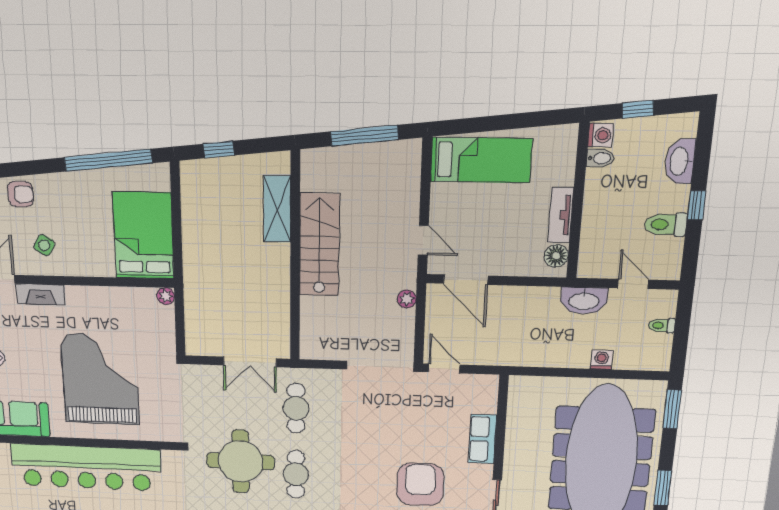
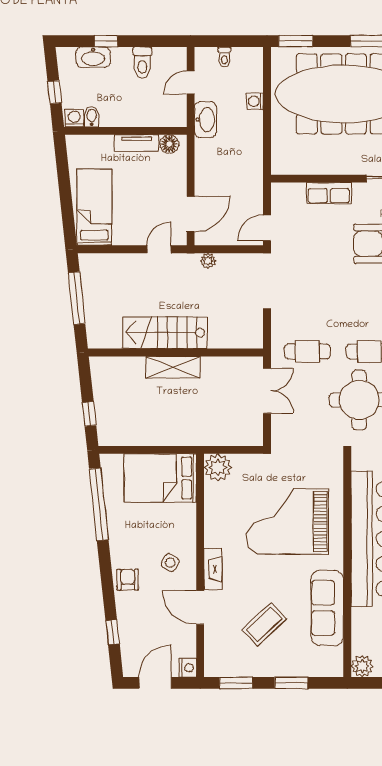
window: (696, 205) -> (106, 41), moved
shelving: (277, 209) -> (173, 367), moved
plant: (166, 296) -> (218, 468), width x1.88, depth x1.88

